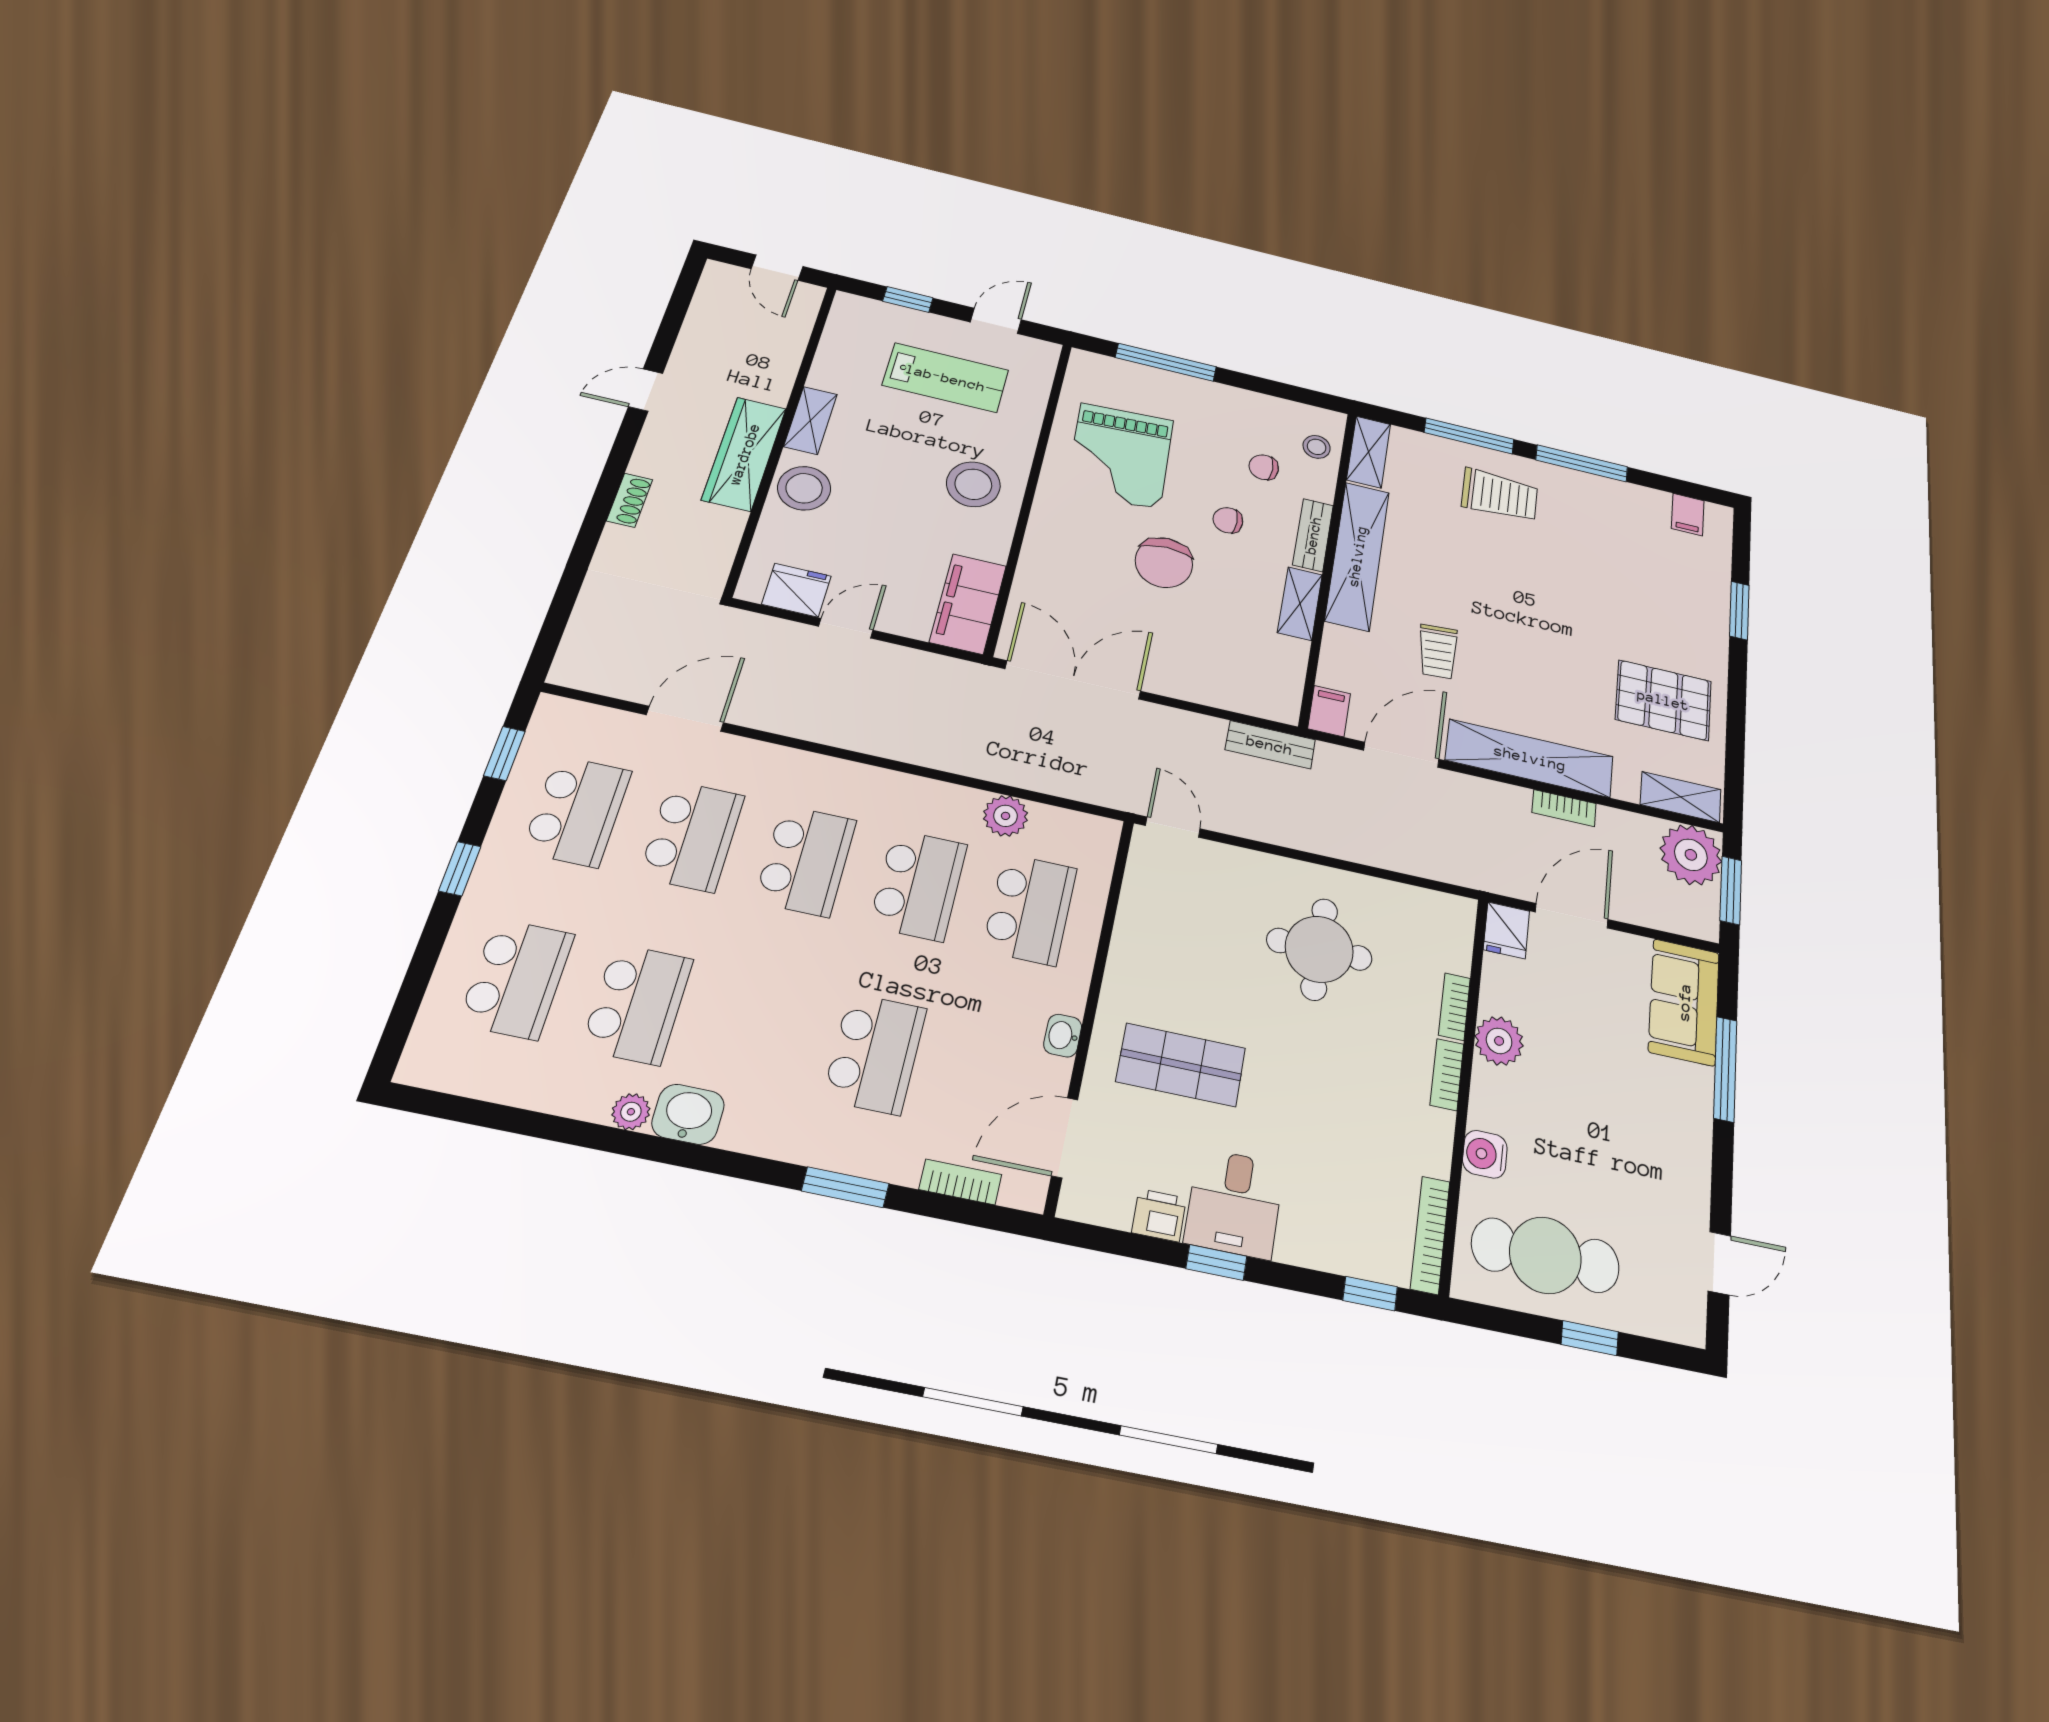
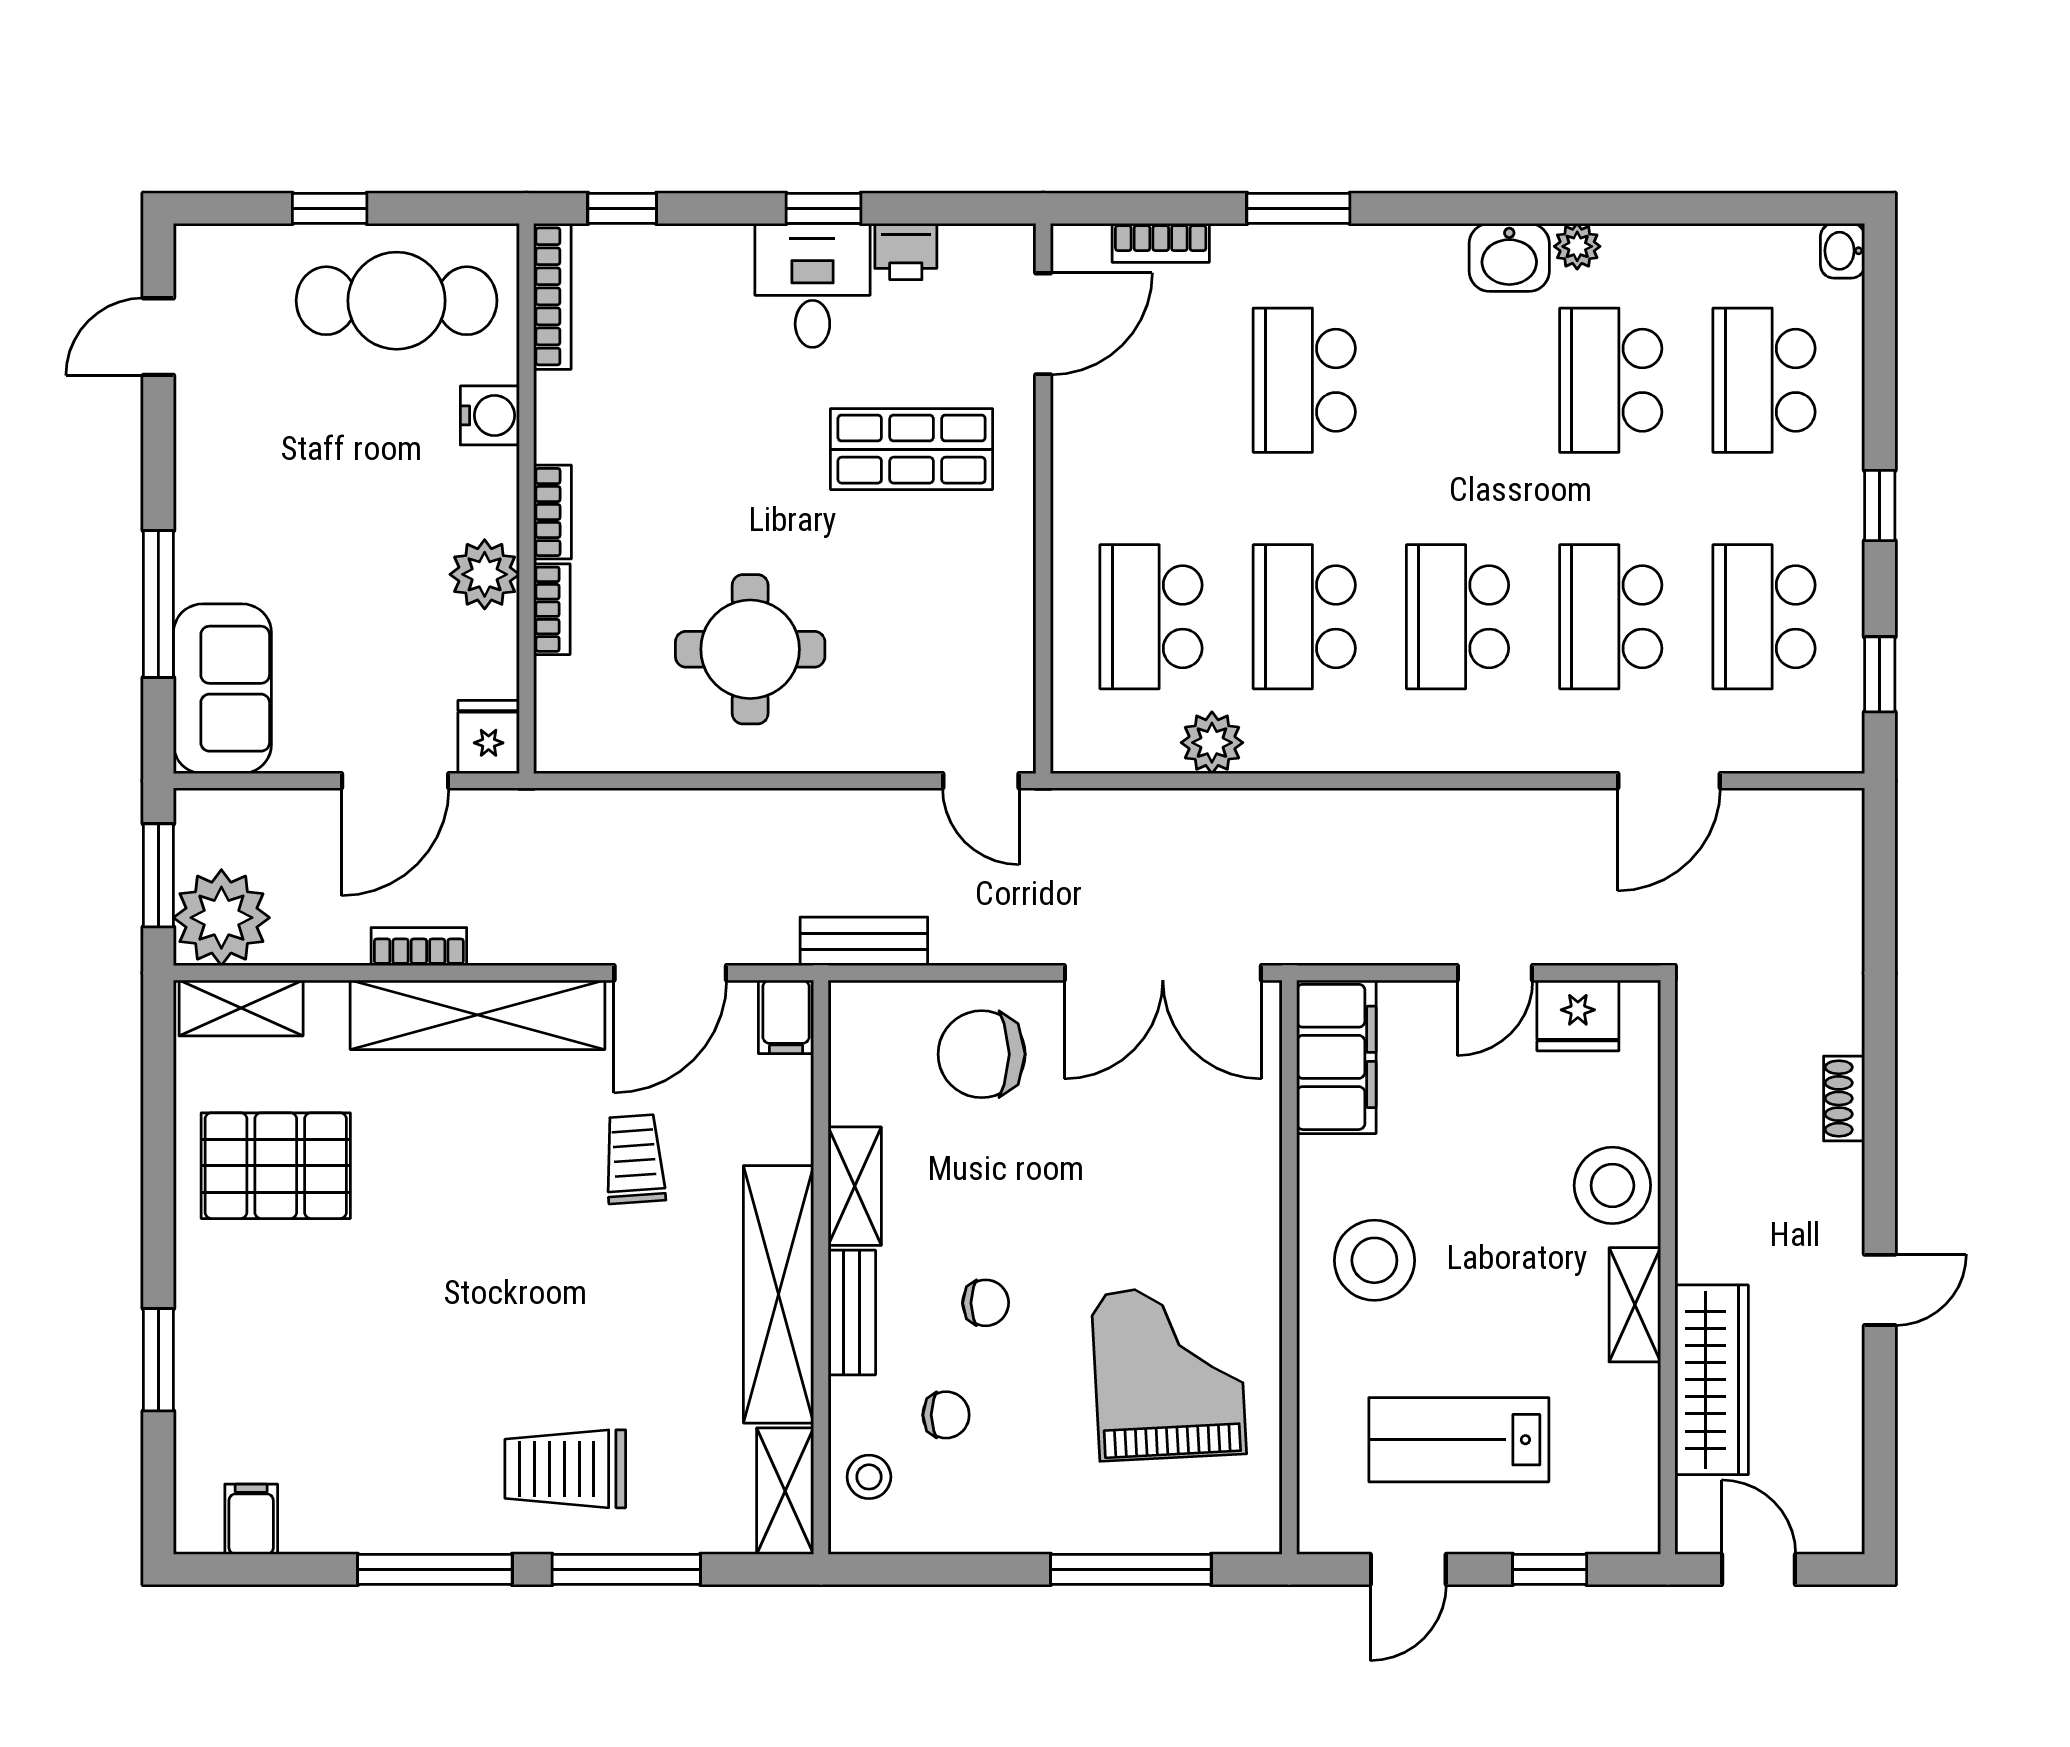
wardrobe: (744, 454) -> (1712, 1380), moved
chair: (1164, 563) -> (982, 1054), moved, turned -90
washbasin: (1063, 1036) -> (1843, 251), moved, turned 180

